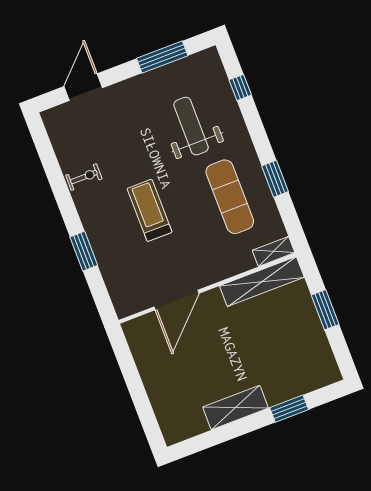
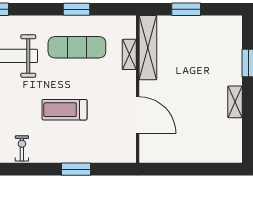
shelving: (274, 251) -> (129, 54), moved
shelving: (236, 408) -> (235, 102), width x0.67, depth x0.75

